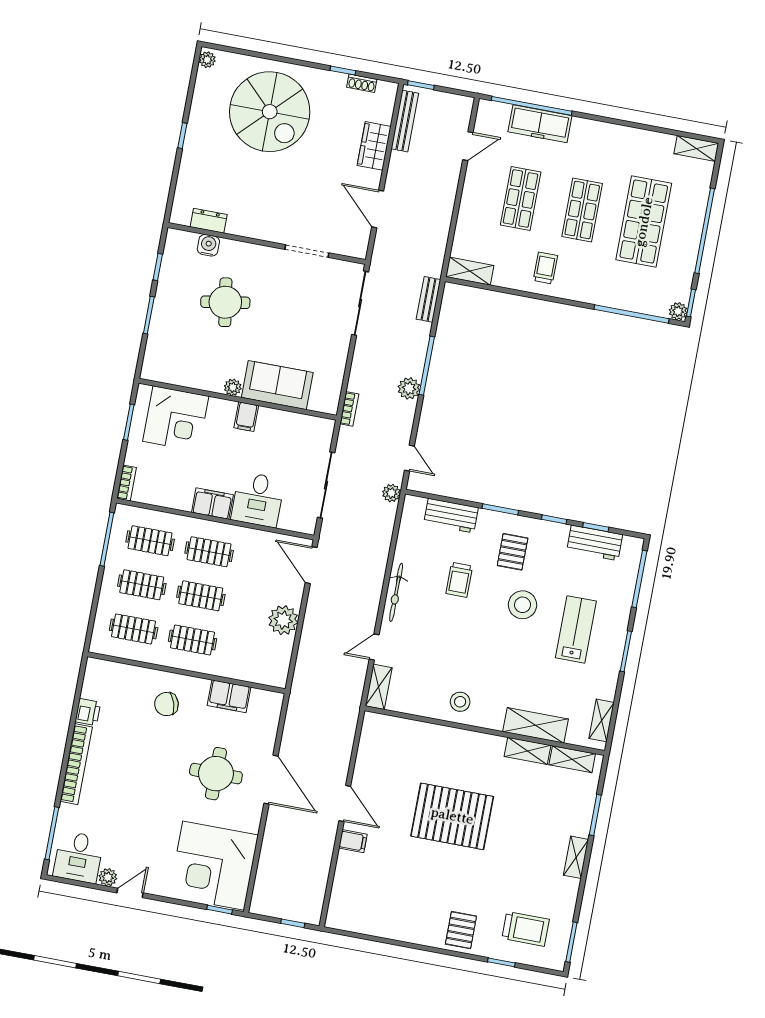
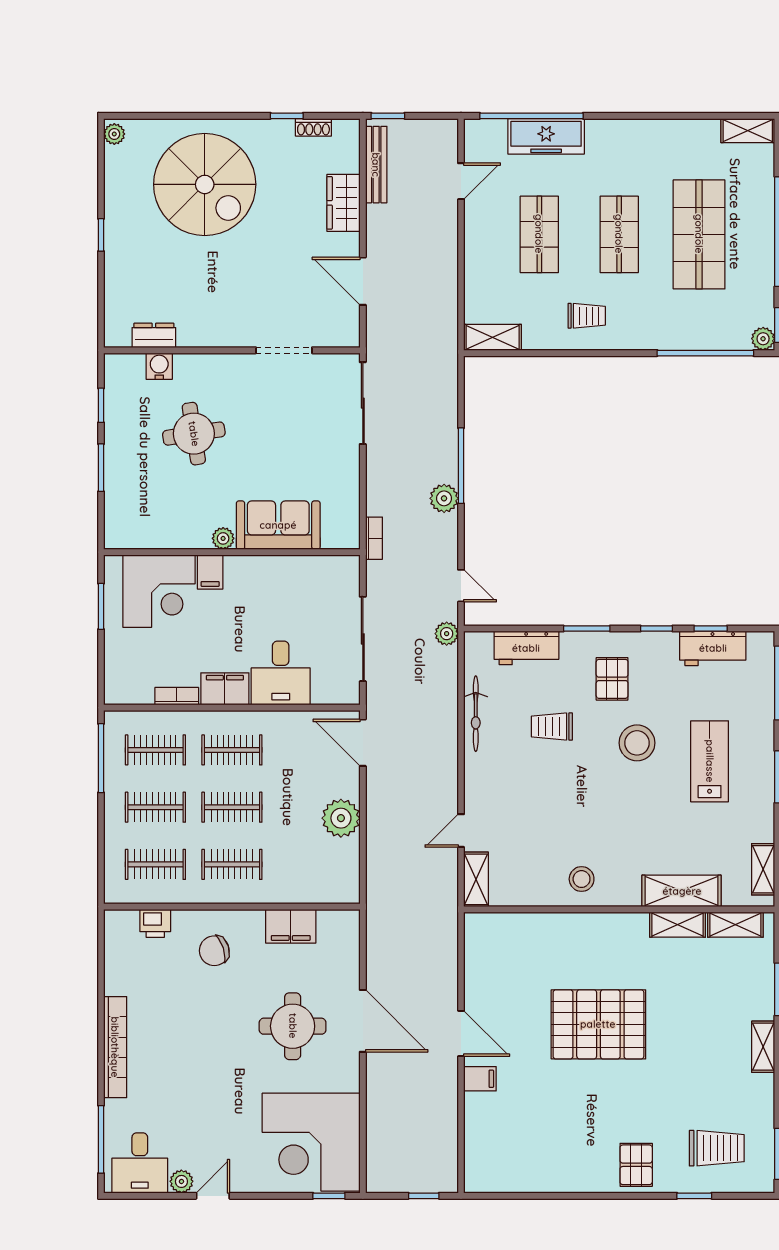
trolley: (545, 268) -> (587, 316), turned 90
bench: (428, 299) -> (448, 382), removed
filing cabinet: (246, 417) -> (210, 572), moved
bookcase: (127, 483) -> (177, 696), moved, turned -90
trolley: (459, 580) -> (552, 726), turned 90
bicycle: (396, 592) -> (476, 714), moved
printer: (88, 712) -> (155, 923), moved, turned 90

